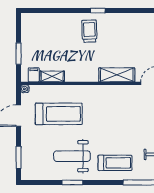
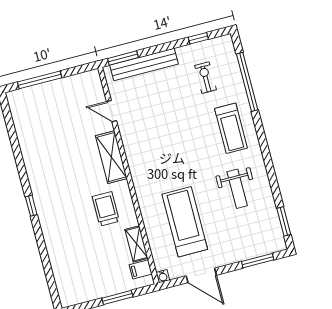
trolley: (89, 31) -> (106, 209), moved, turned 92
weight bench: (72, 156) -> (237, 189), width x0.73, depth x0.75
treadmill: (115, 163) -> (231, 128), turned 180
window: (72, 182) -> (284, 221), moved

